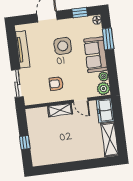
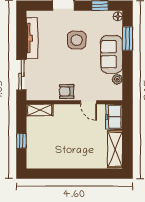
armchair: (56, 84) -> (67, 91), moved
plant: (103, 89) -> (115, 93), removed
shelving: (60, 110) -> (40, 110), moved

